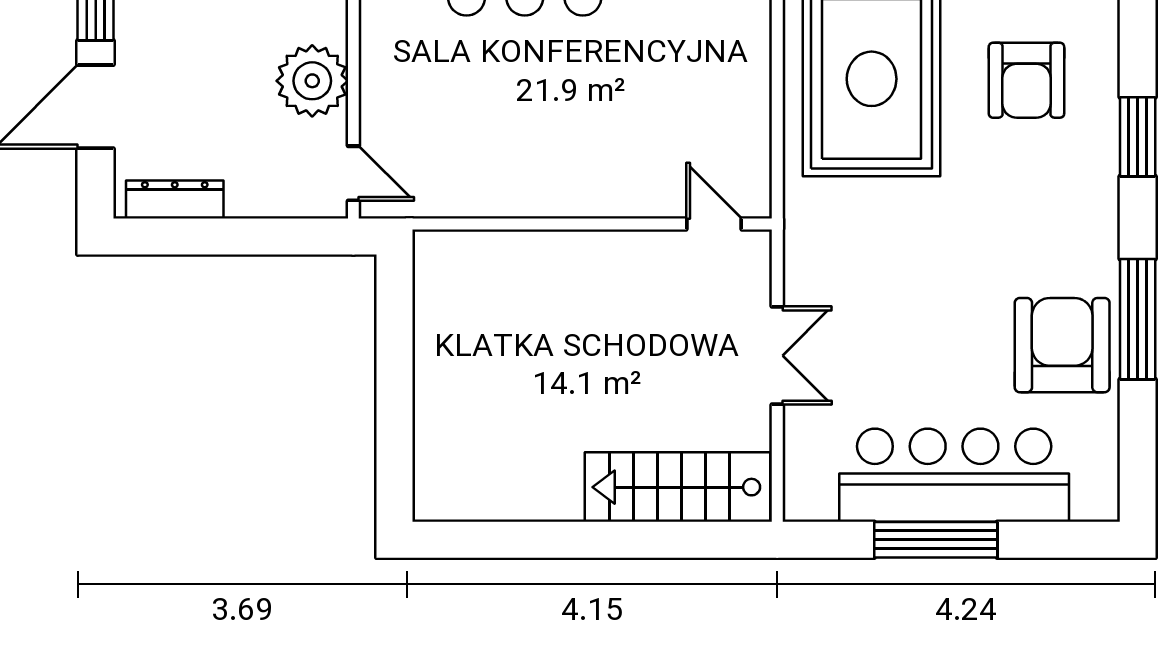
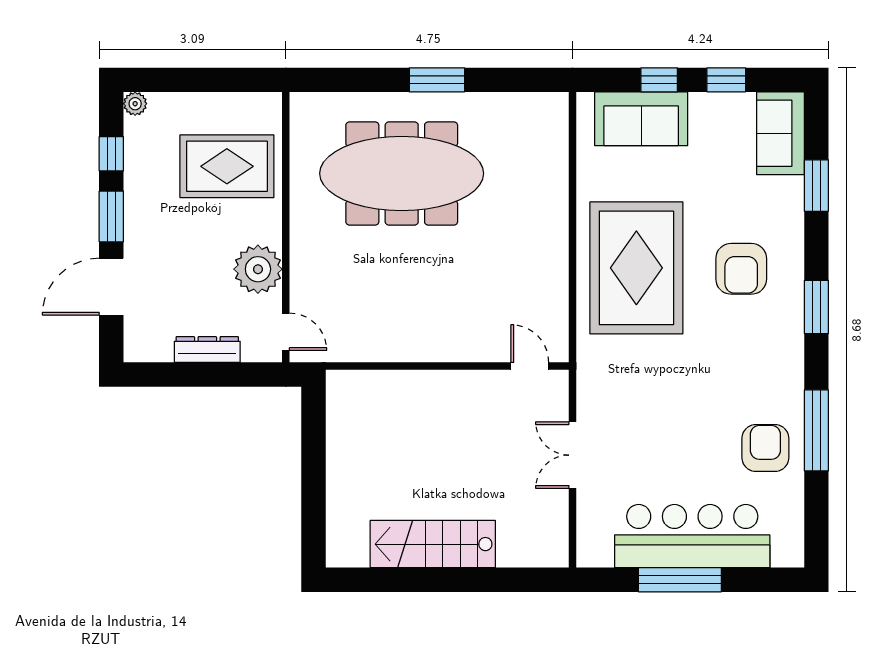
dresser: (175, 200) -> (207, 350), moved
armchair: (1062, 345) -> (765, 448), width x0.73, depth x0.73
double door: (777, 356) -> (573, 455), swing flipped
stairs: (678, 487) -> (433, 544), moved

